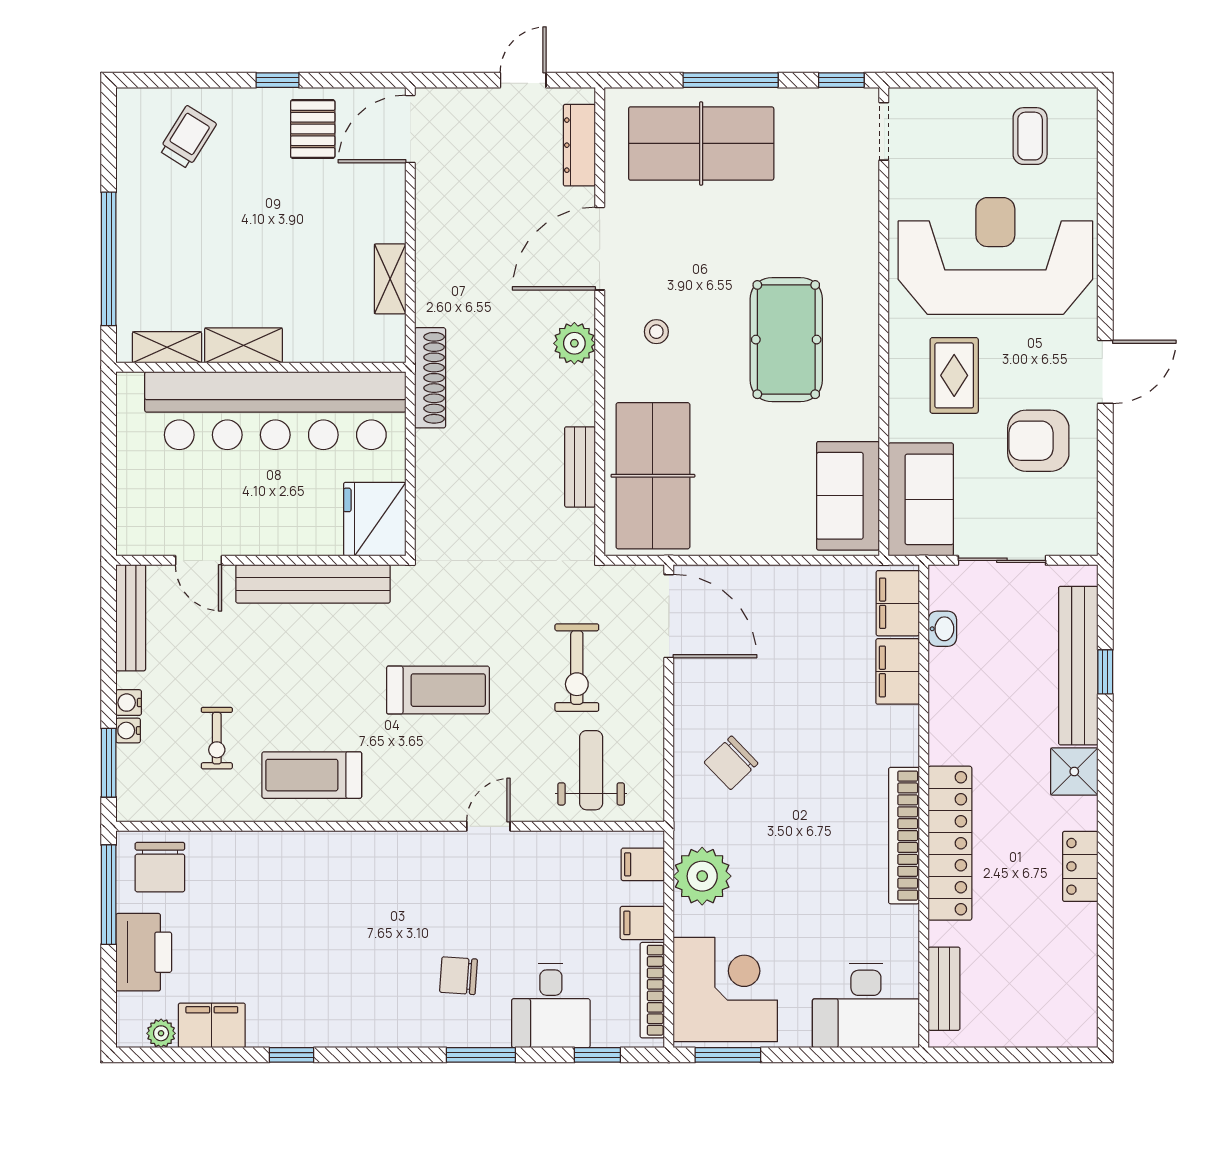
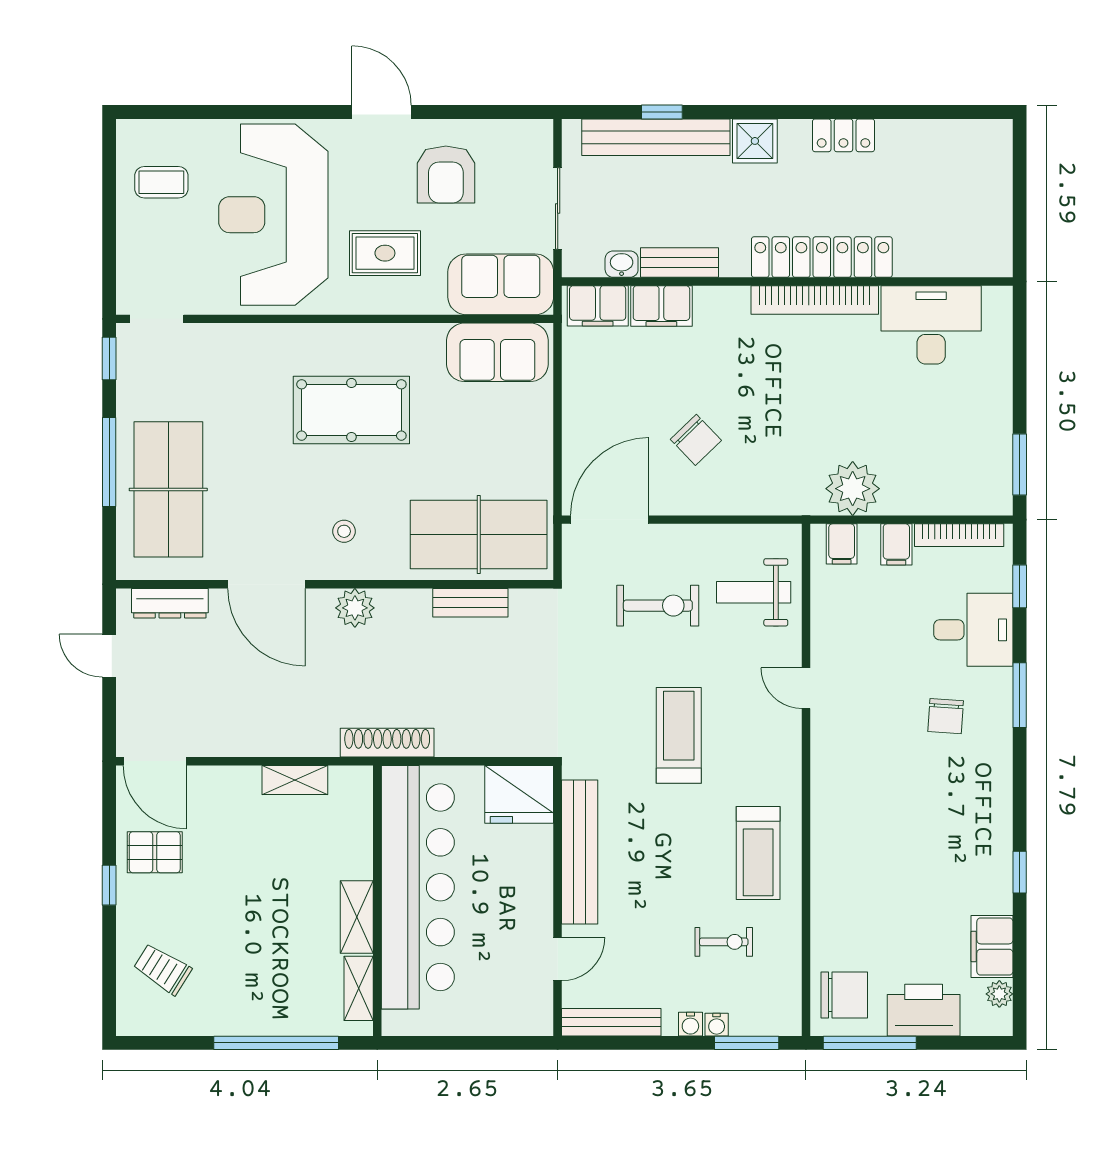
chair: (731, 763) -> (696, 440), moved
bench: (944, 989) -> (680, 263), moved
corner desk: (725, 990) -> (959, 467), removed
desk: (866, 1006) -> (931, 325), moved, turned -90

